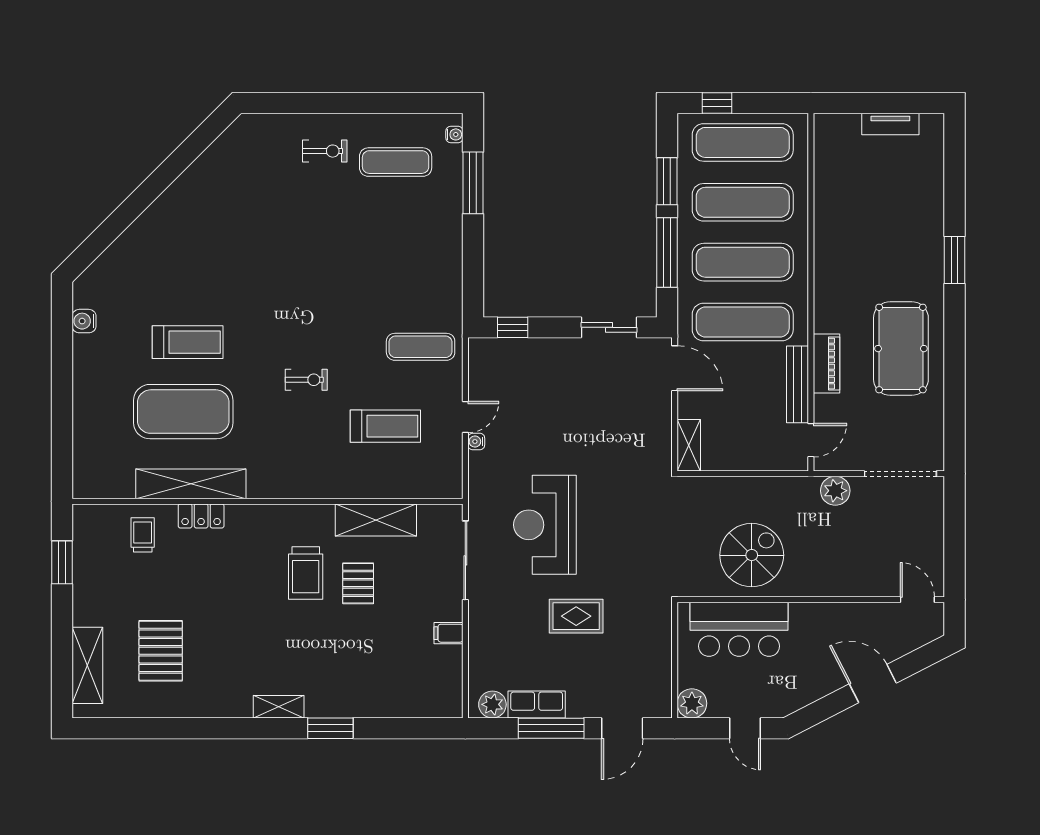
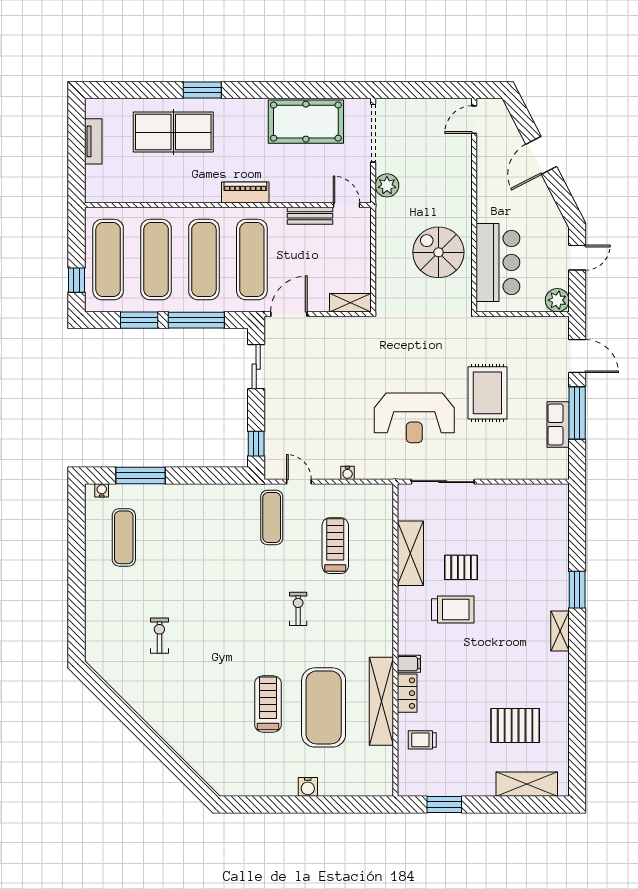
exercise bike: (325, 151) -> (159, 636), moved
table tennis table: (902, 224) -> (173, 132), added
water cooler: (84, 321) -> (308, 787), moved
pool table: (901, 349) -> (306, 122), moved
piano: (827, 364) -> (245, 192), moved
bench: (797, 384) -> (310, 216), width x0.73
door: (465, 417) -> (299, 482), moved
rug: (576, 616) -> (487, 393), width x1.36, depth x1.43
filing cabinet: (448, 633) -> (409, 664), moved, turned -90
plant: (492, 704) -> (558, 460), removed

